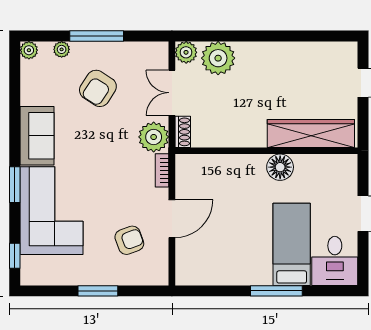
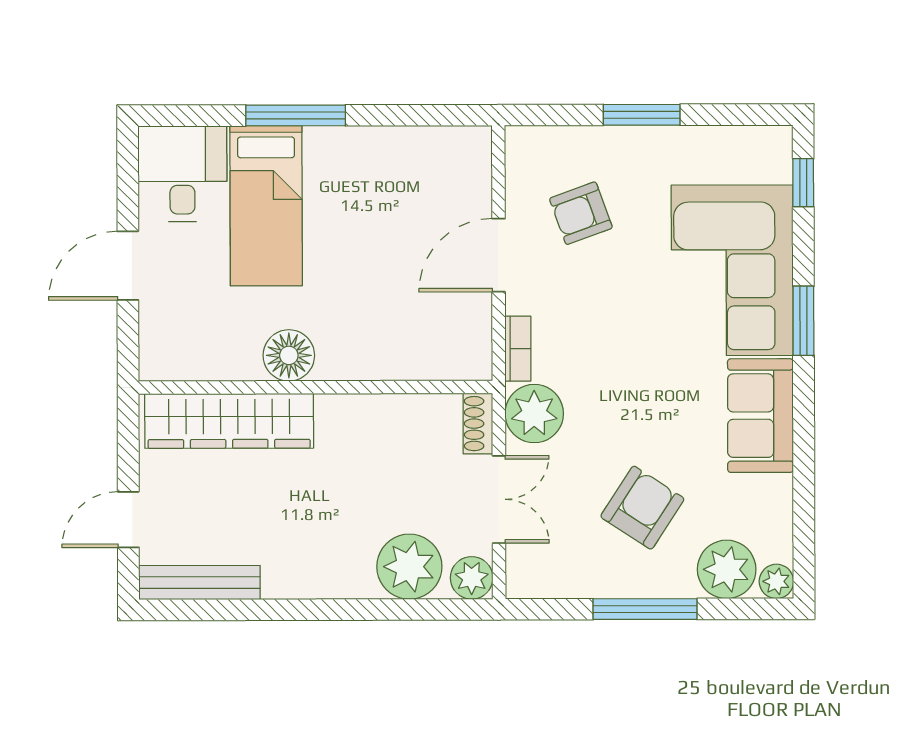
plant: (62, 49) -> (727, 569), width x1.87, depth x1.87
bench: (326, 50) -> (199, 583), added

